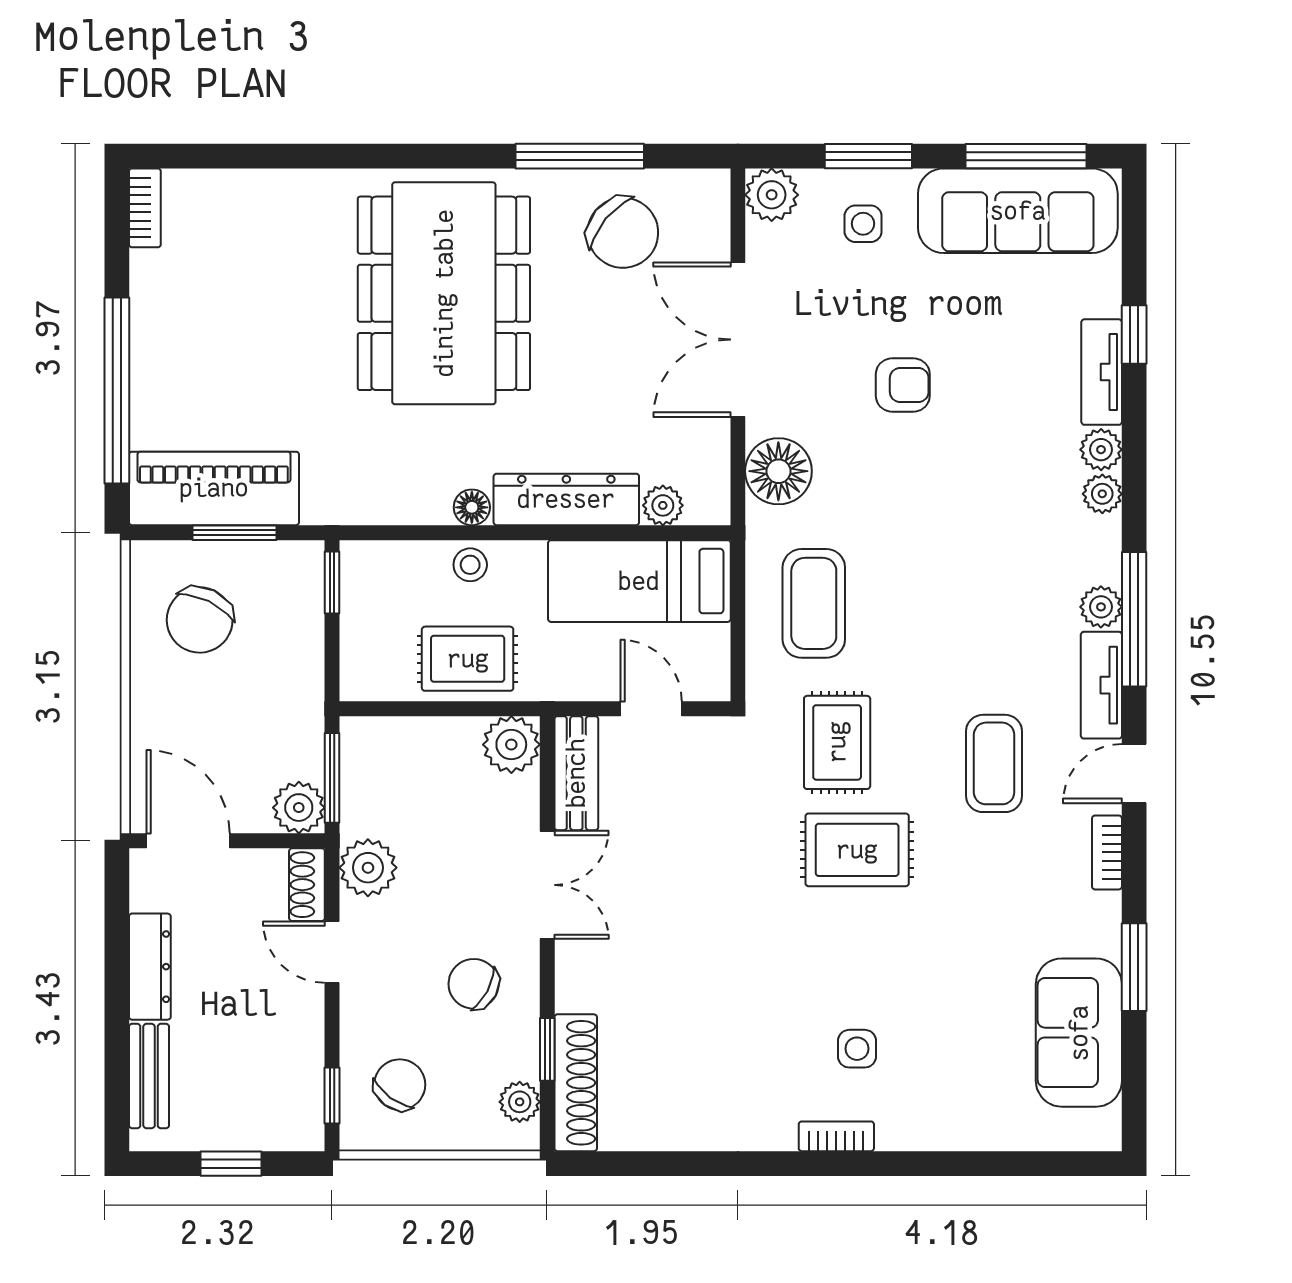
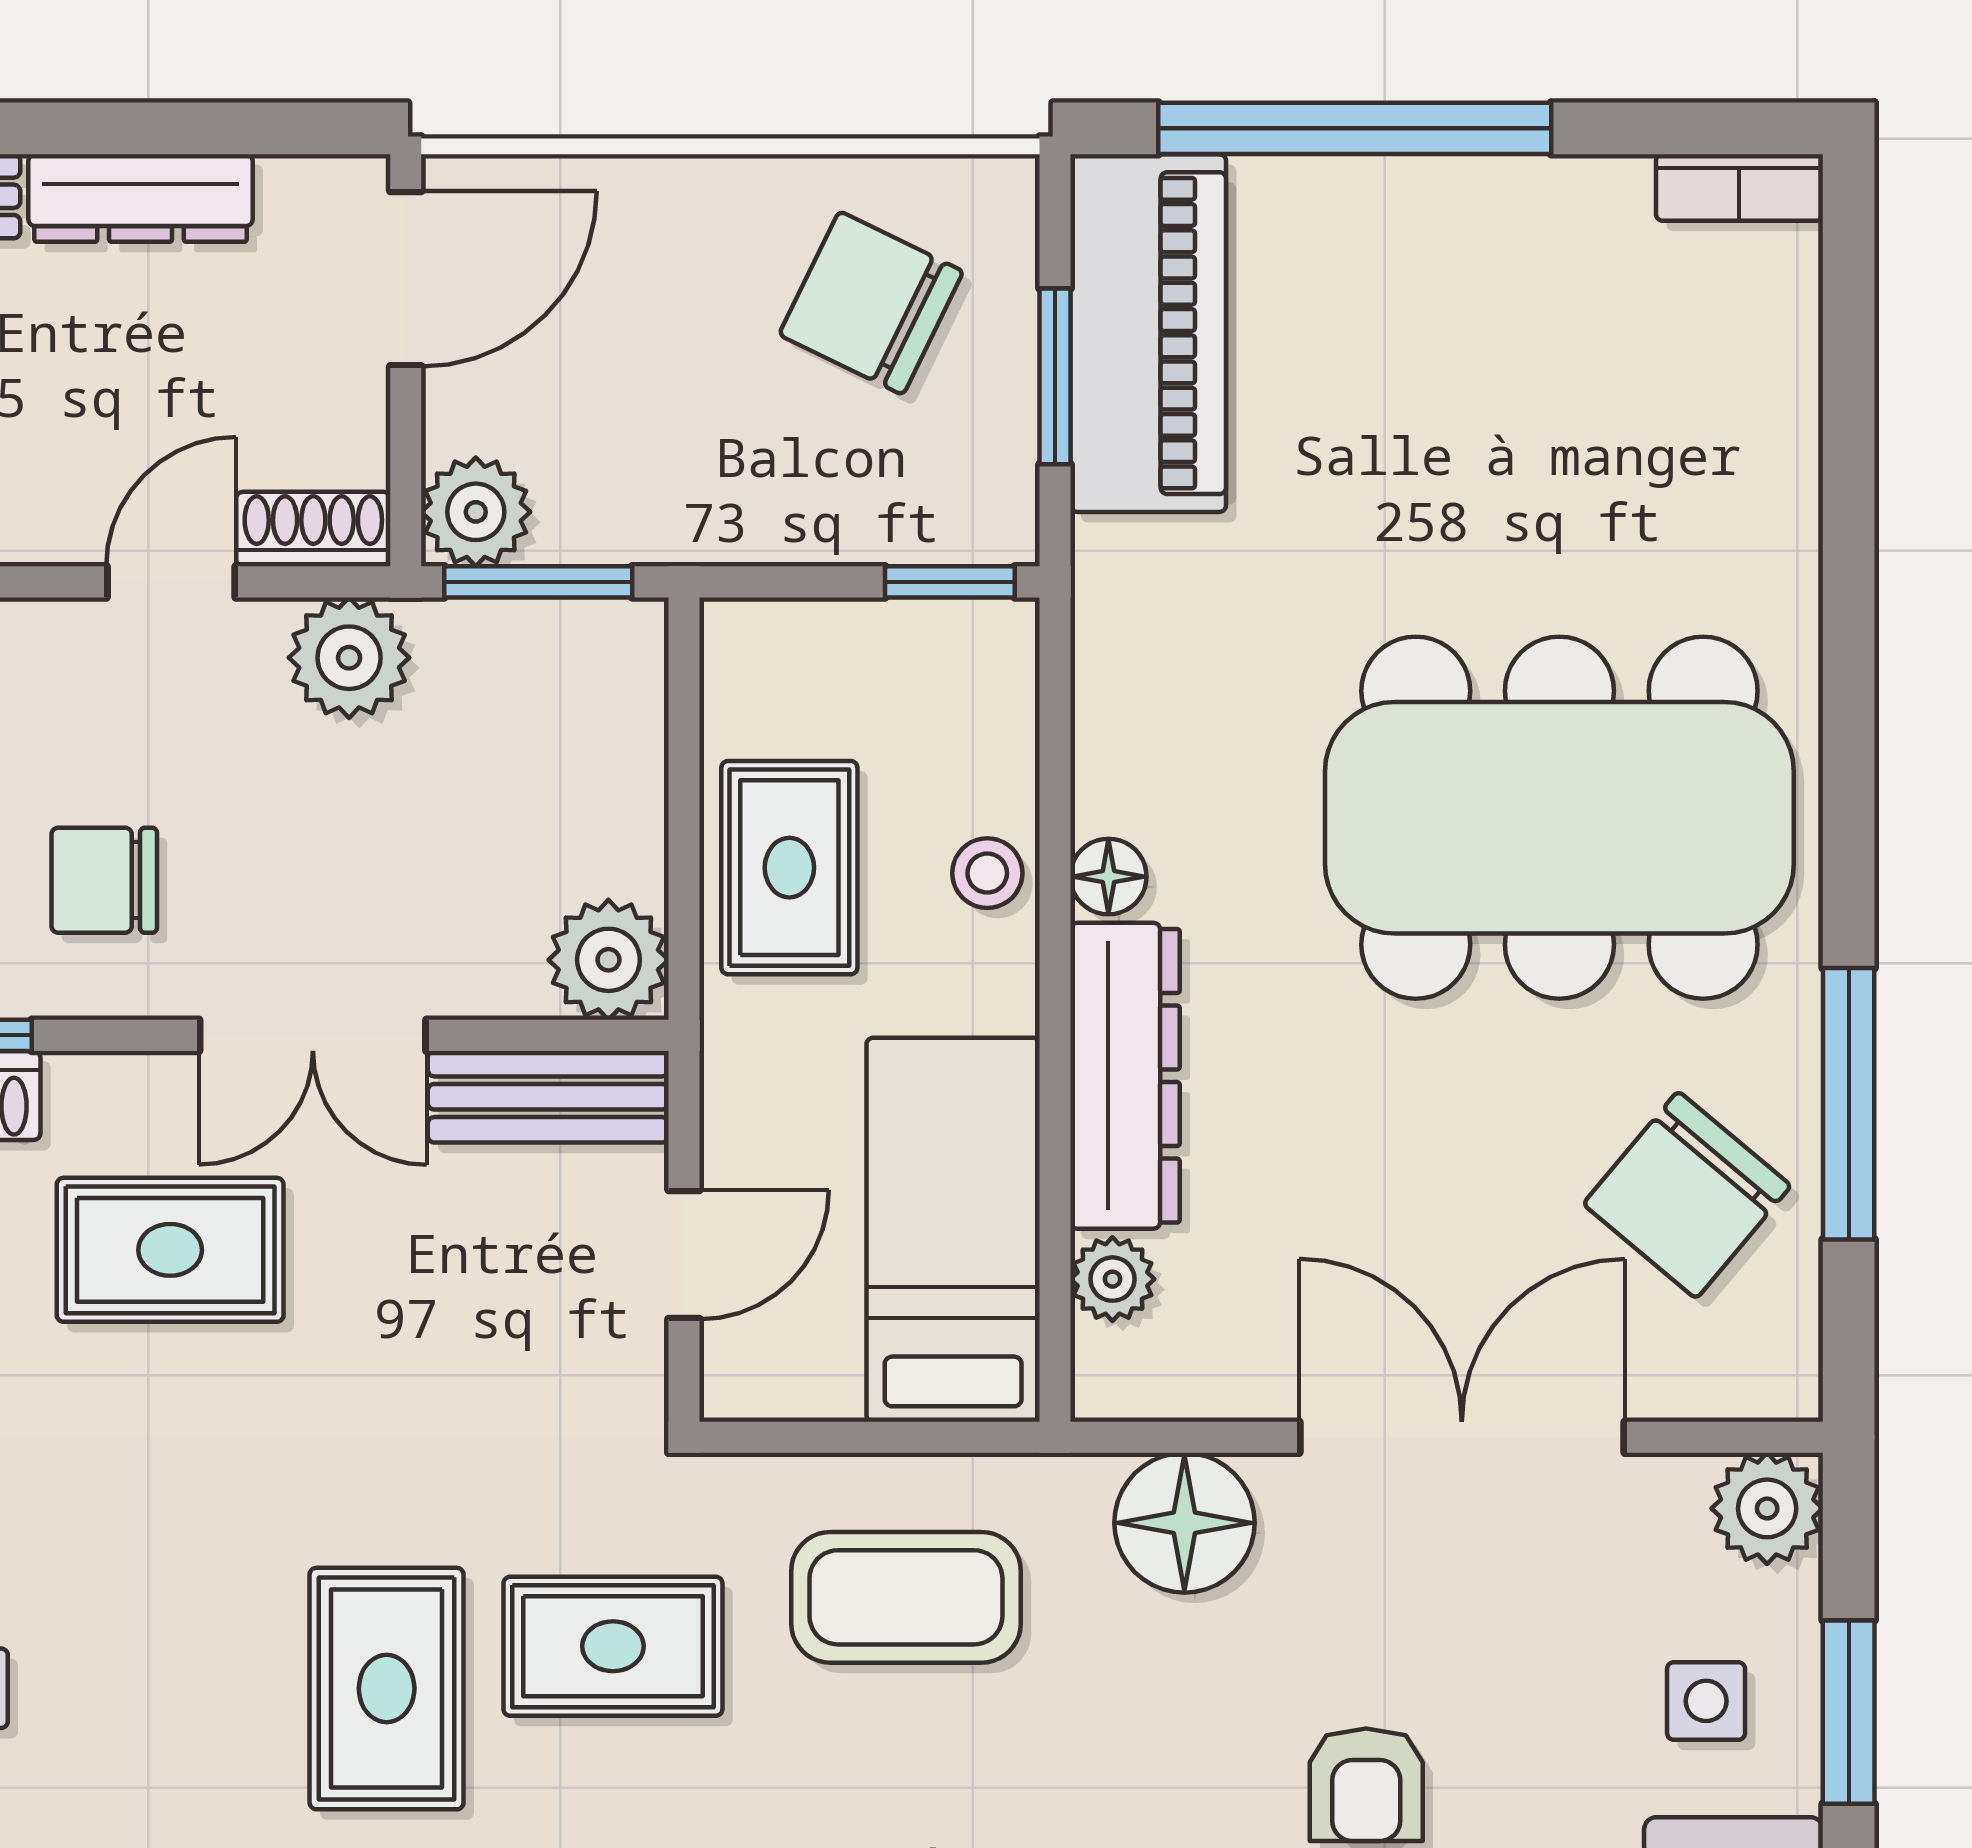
rug: (649, 953) -> (170, 1250), added
chair: (474, 984) -> (104, 880), turned -118

